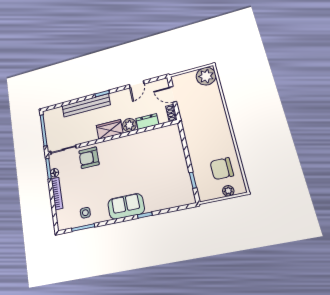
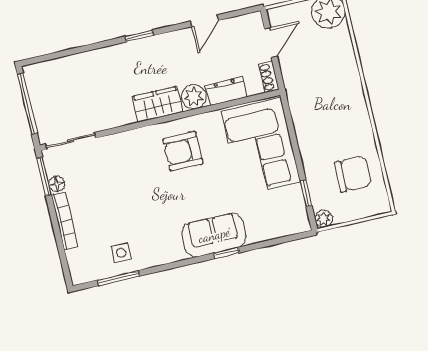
door: (173, 94) -> (271, 43), swing flipped
bench: (86, 105) -> (109, 57), removed
corner sofa: (166, 152) -> (261, 146), added
armchair: (89, 158) -> (183, 151), moved
chair: (222, 169) -> (353, 174), turned 180
plant: (228, 191) -> (324, 219), moved
sofa: (126, 206) -> (214, 235), moved

